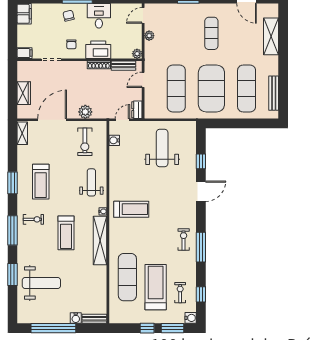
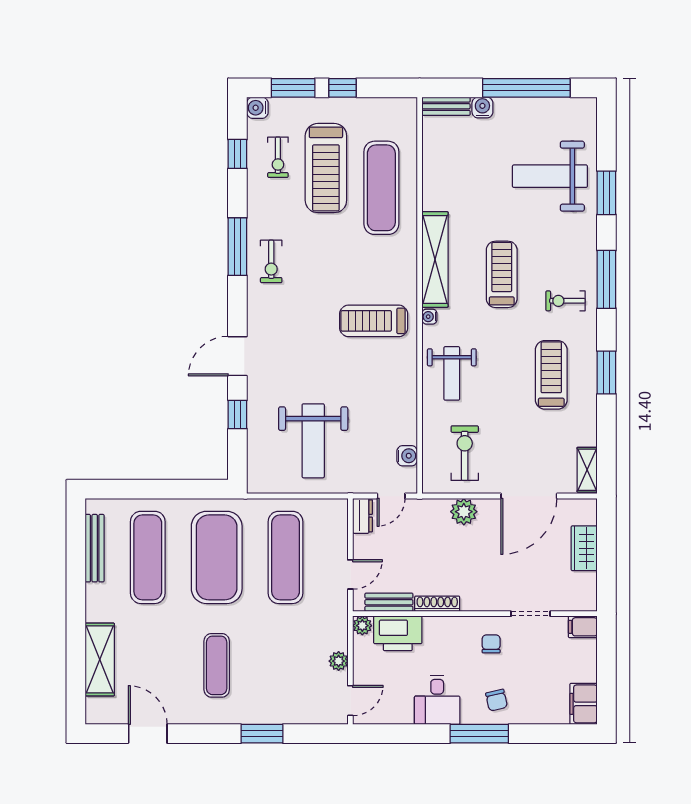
printer: (98, 50) -> (398, 633), moved

